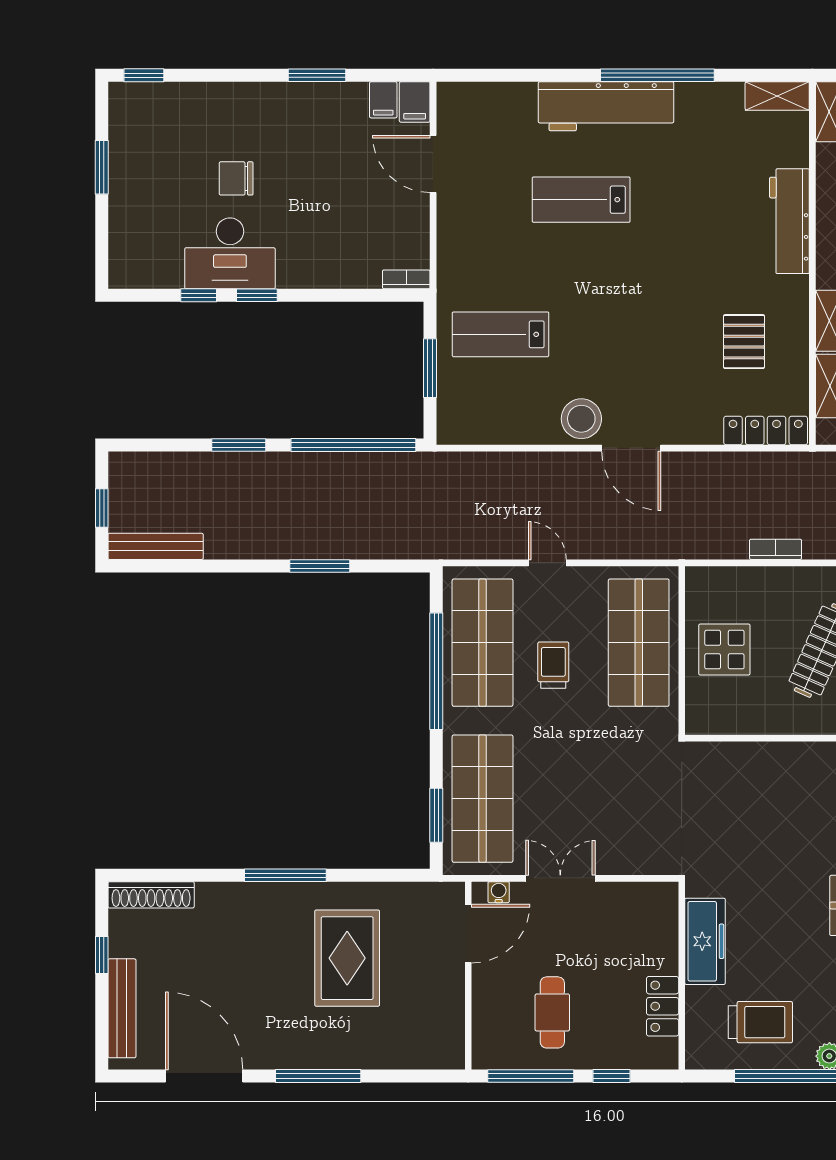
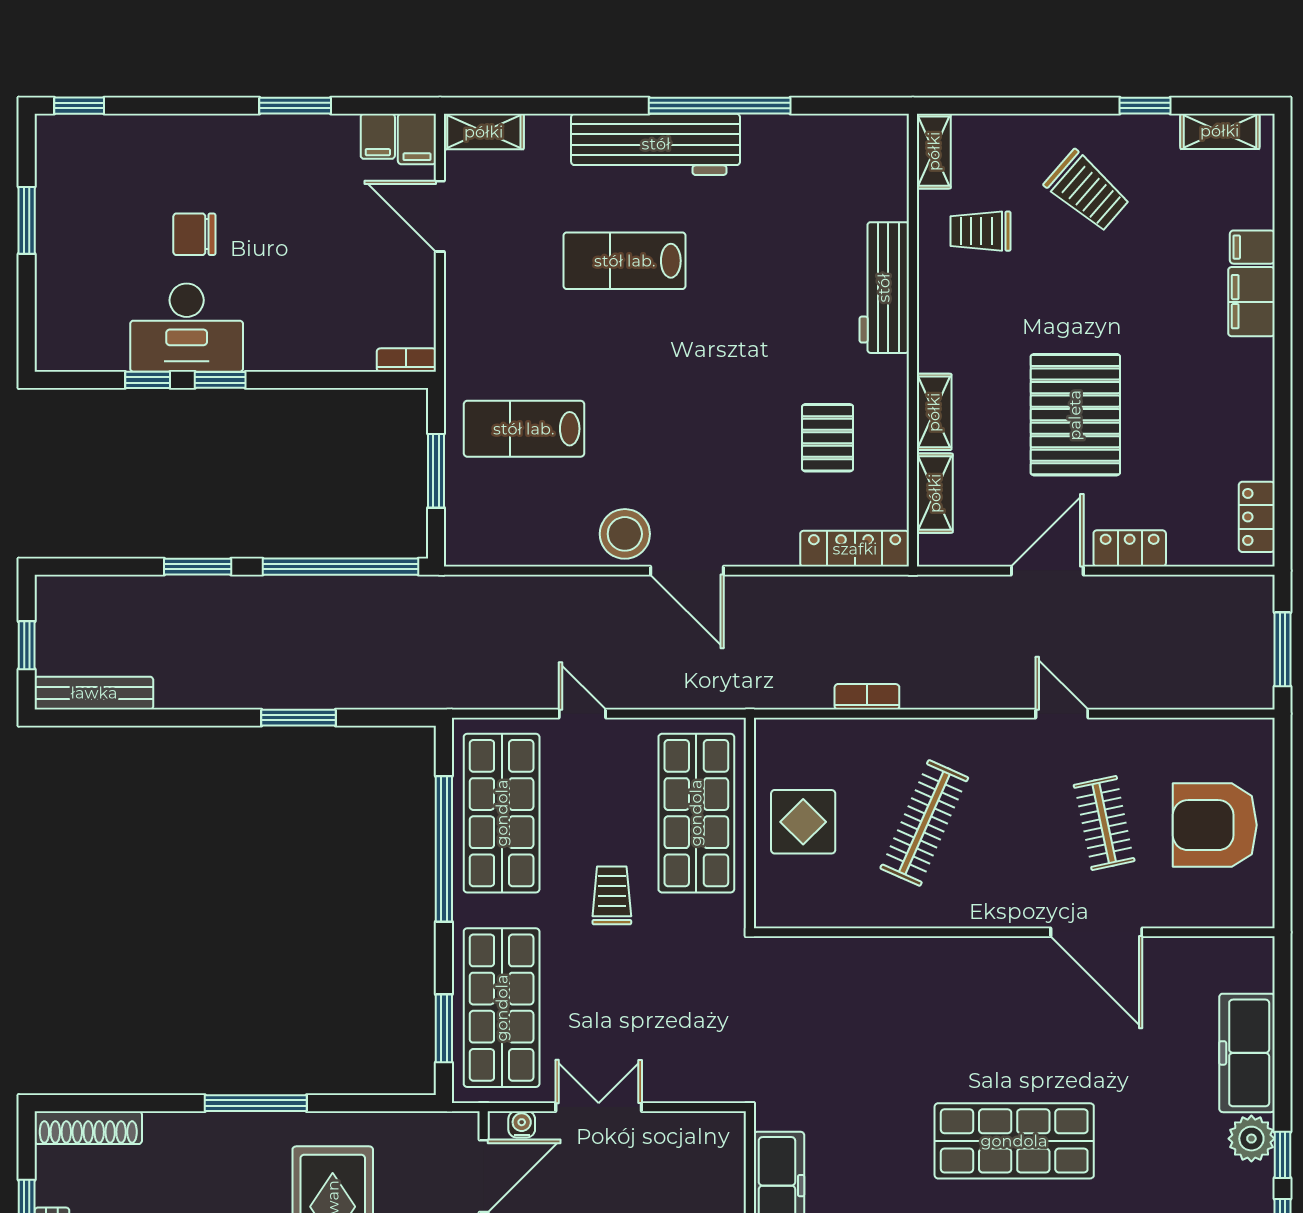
shelving: (777, 96) -> (484, 132), moved
trolley: (553, 665) -> (612, 895), moved

